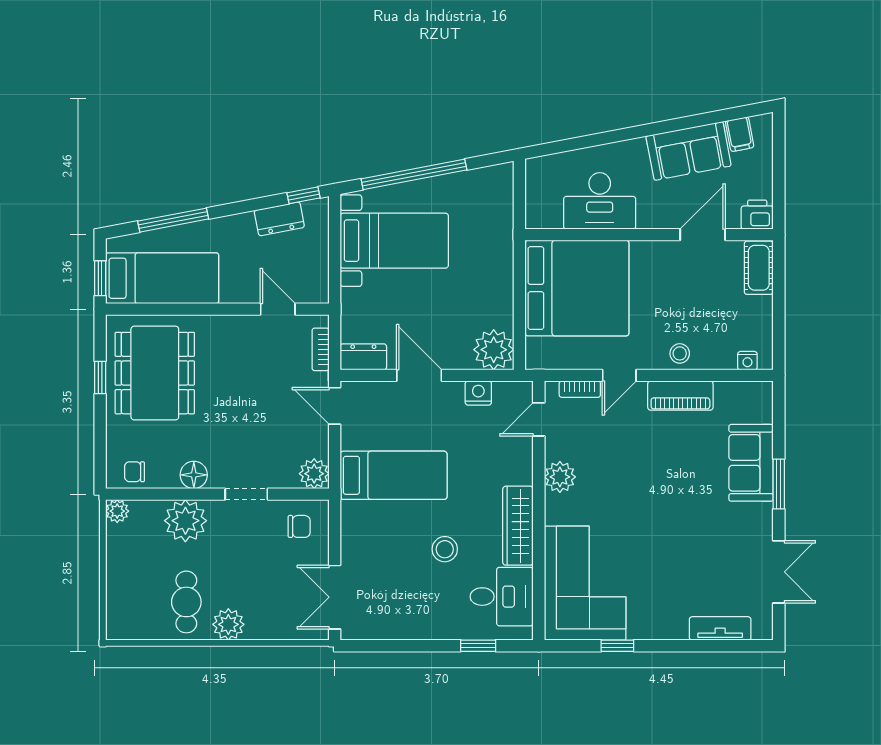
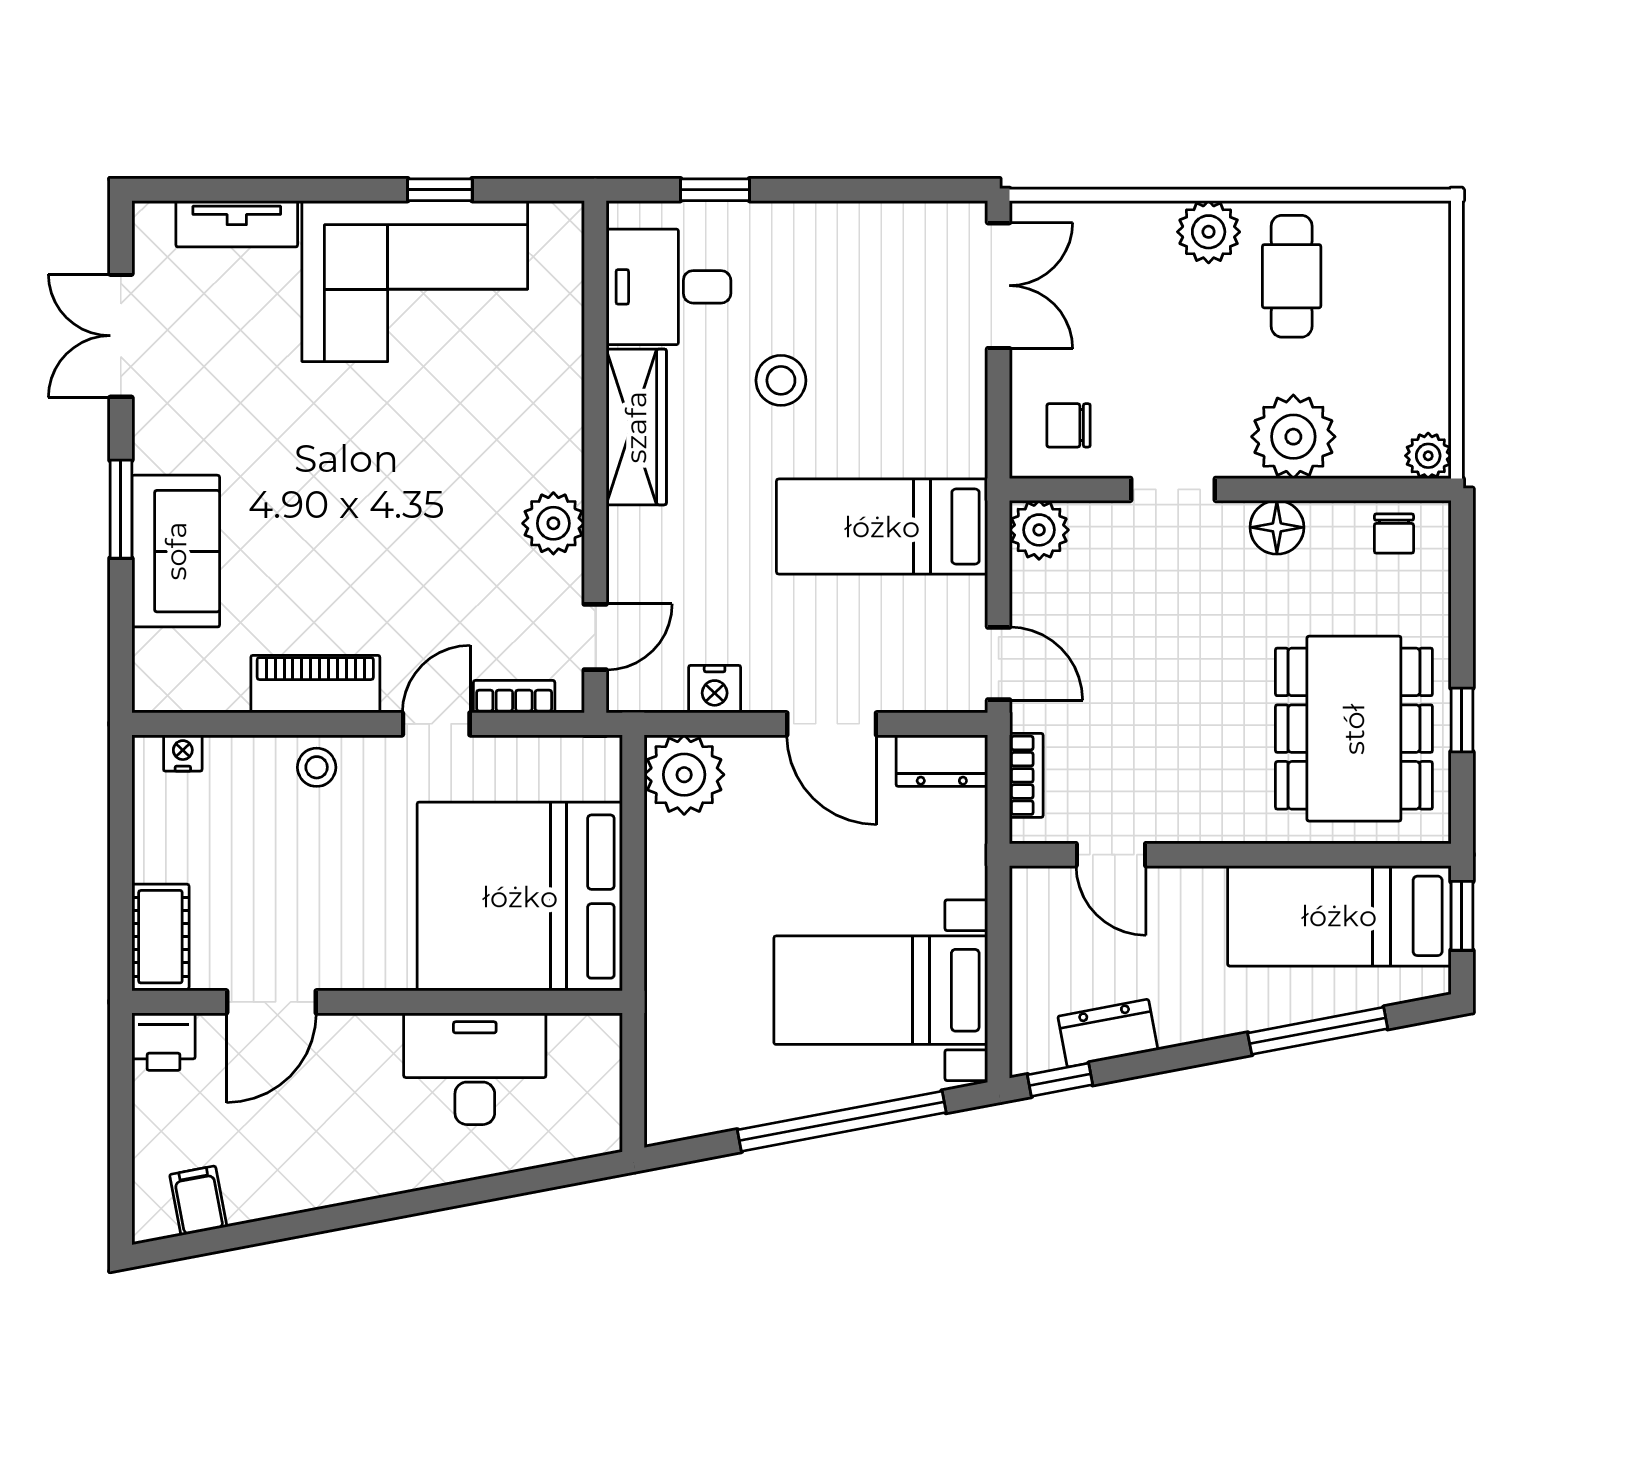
sofa: (689, 151) -> (299, 1167), removed
chair: (135, 472) -> (1394, 534), turned 90
corner sofa: (585, 583) -> (415, 281), moved, turned -90

